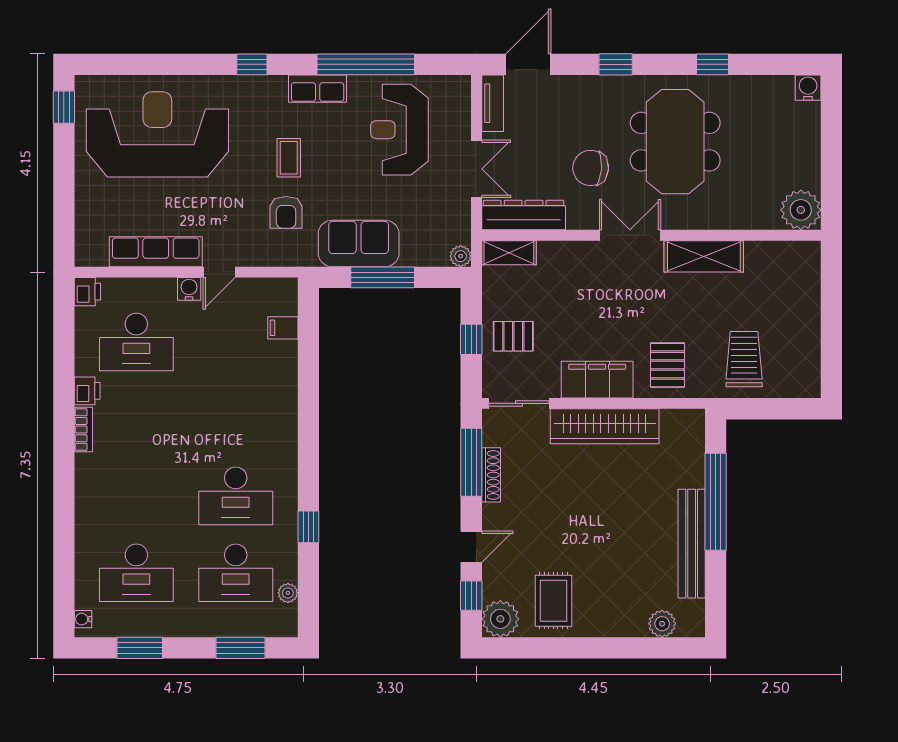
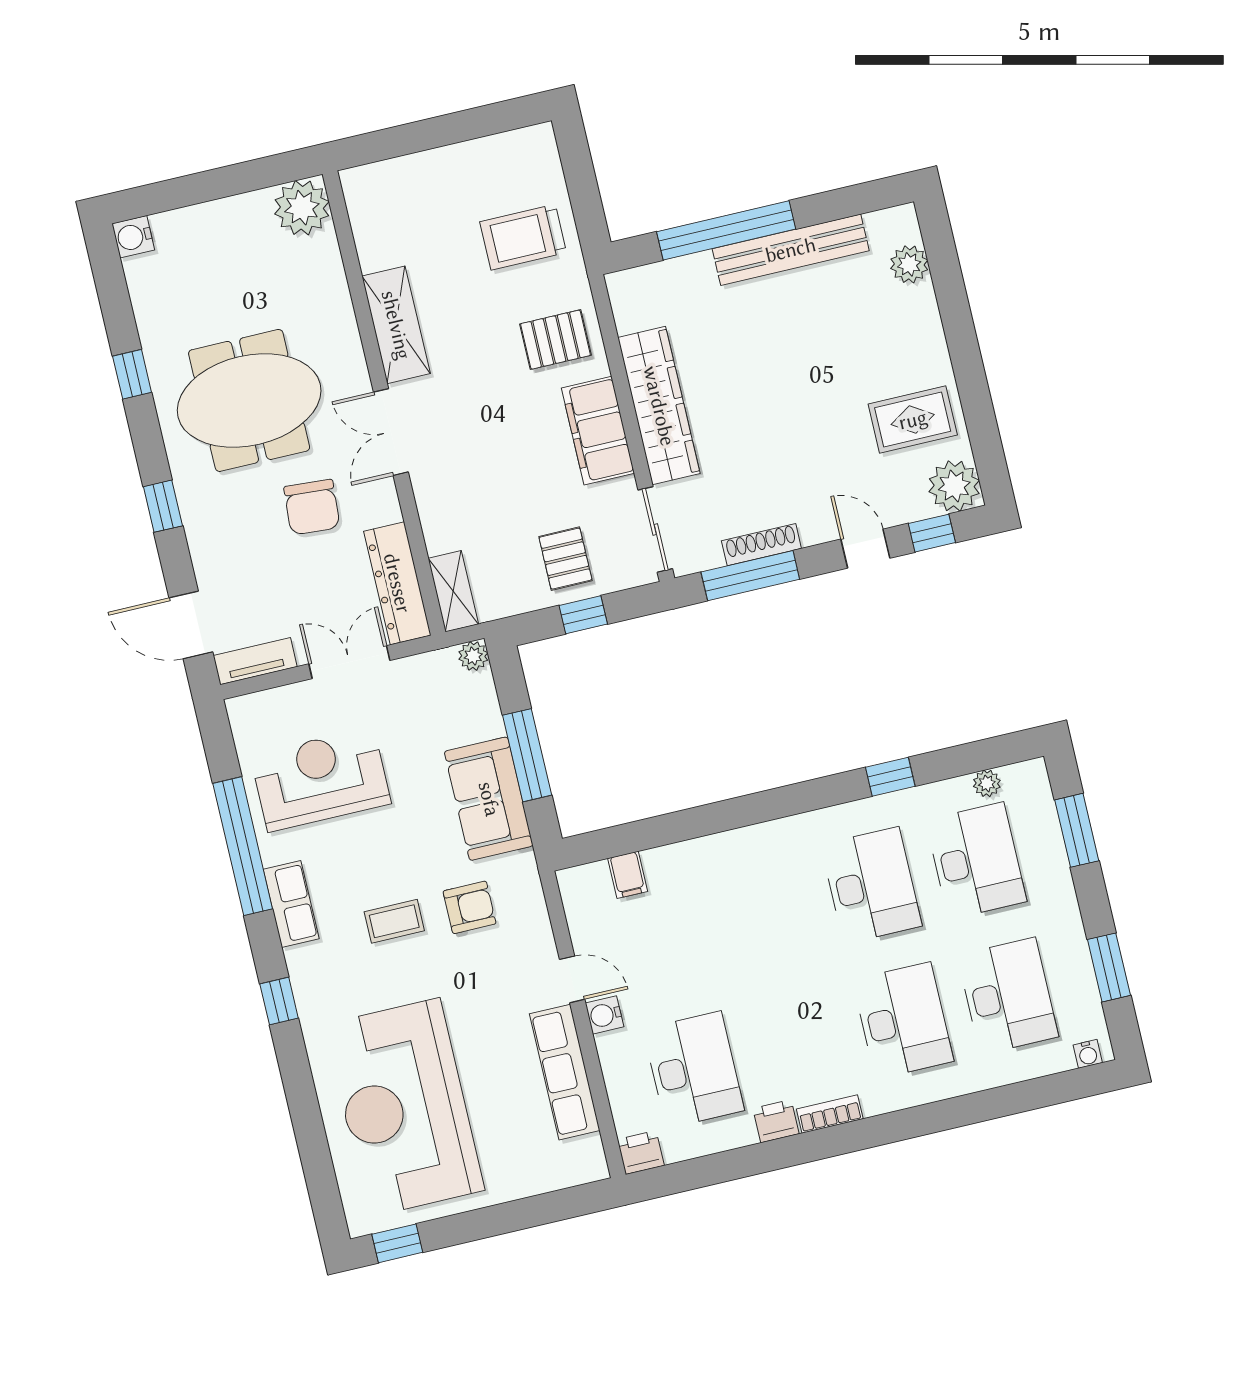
reception desk: (399, 130) -> (321, 779), turned 180
desk: (136, 496) -> (903, 1021), added

